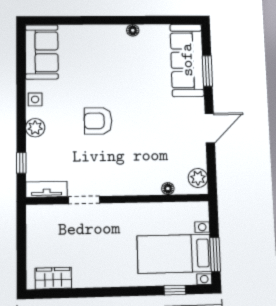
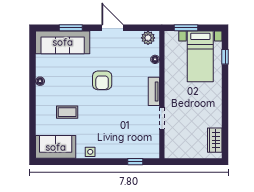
coffee table: (91, 67) -> (67, 112), added
armchair: (98, 121) -> (102, 80), moved
plant: (35, 128) -> (110, 152), removed
tv unit: (47, 189) -> (154, 91), moved
window: (215, 254) -> (186, 28), moved

